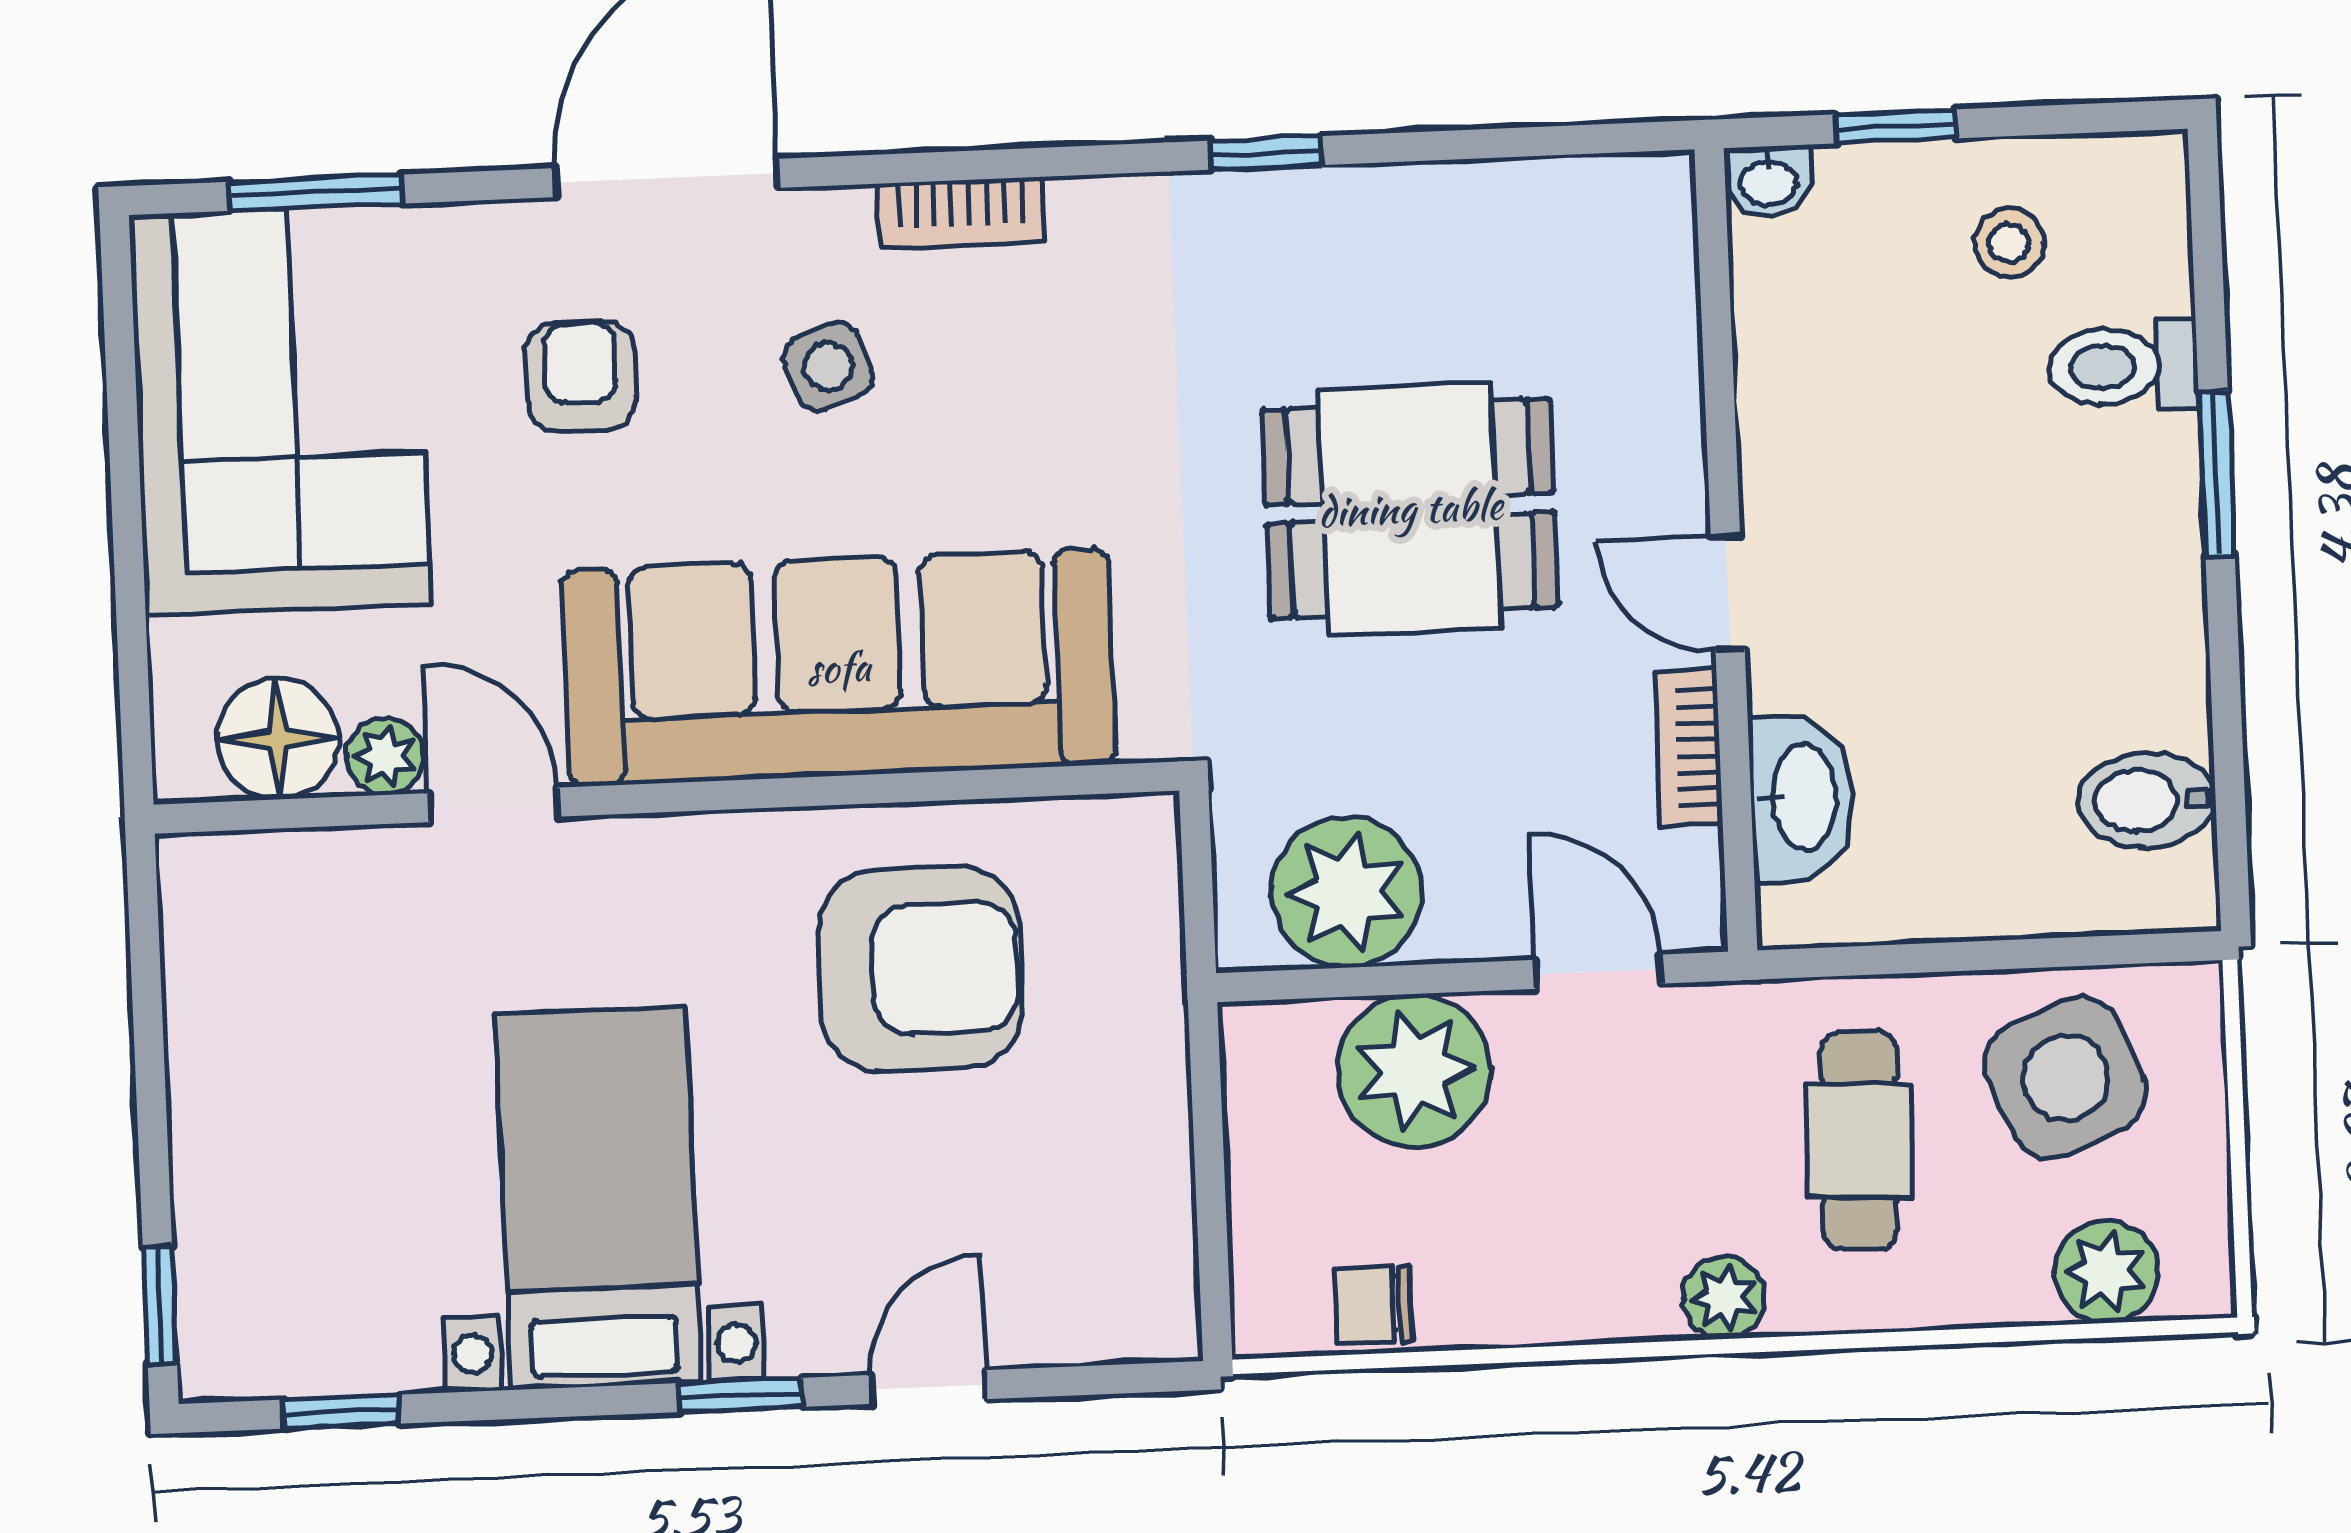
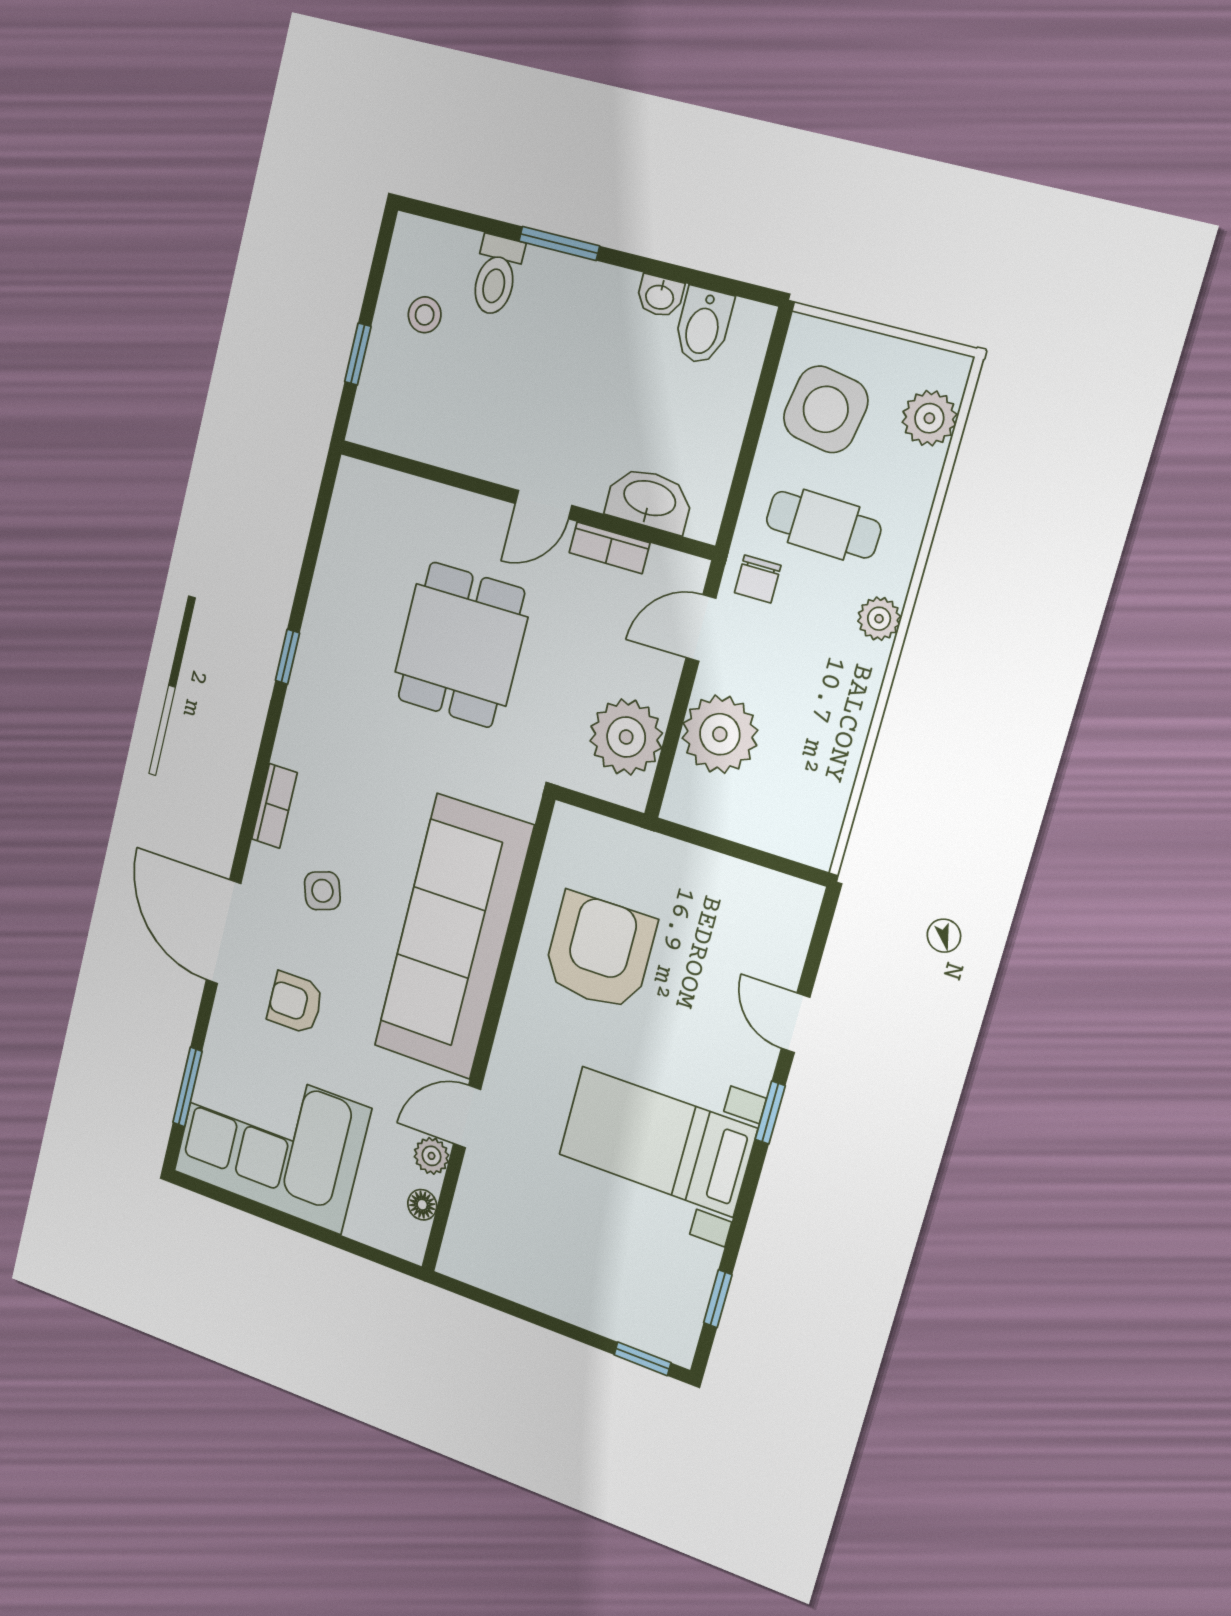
washbasin: (1768, 181) -> (660, 296), moved, turned 90
floor lamp: (278, 739) -> (422, 1205), width x0.53, depth x0.53
side table: (2066, 1078) -> (826, 409), turned 32
chair: (1373, 1305) -> (758, 579), moved

